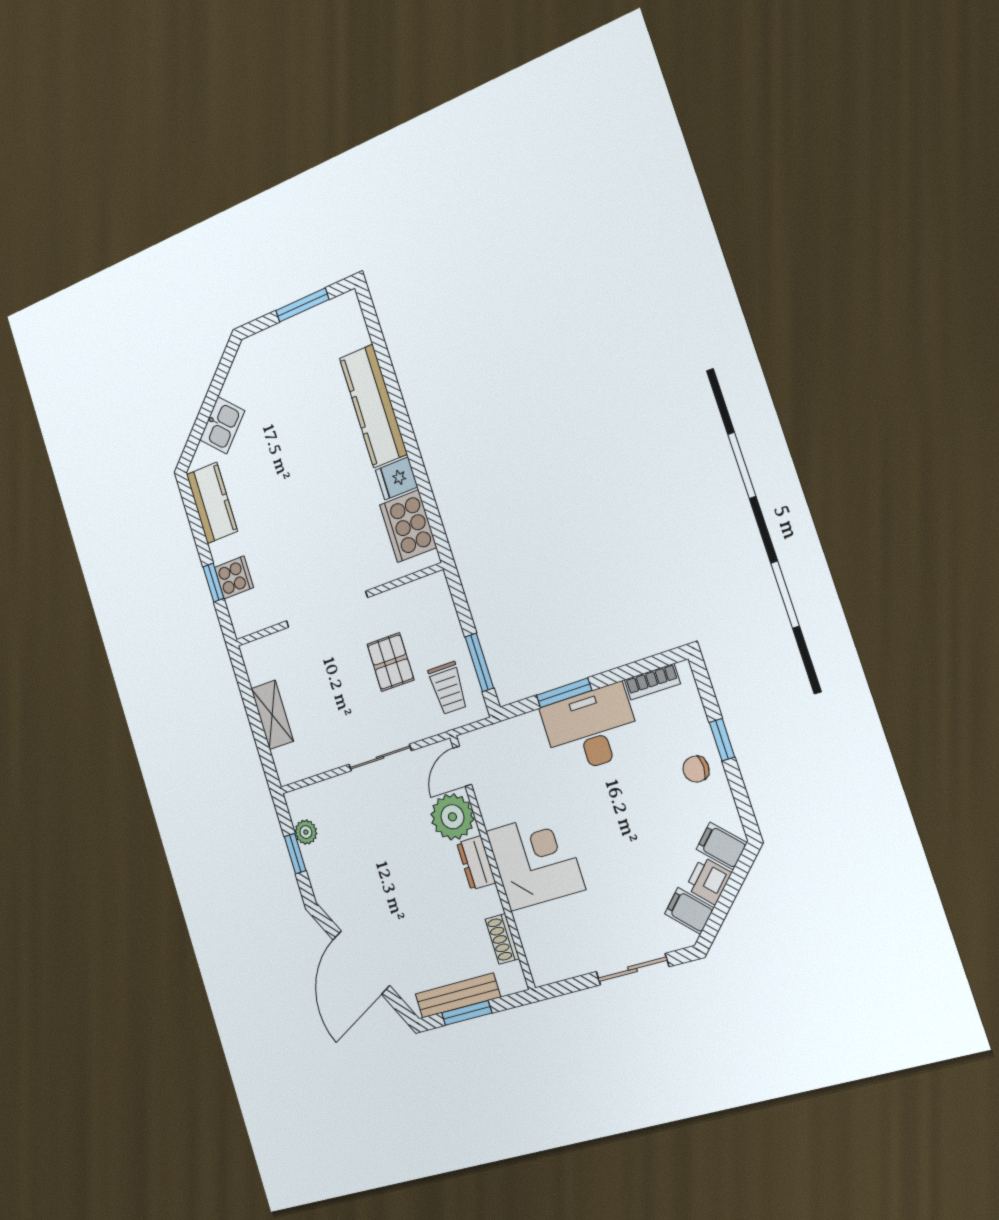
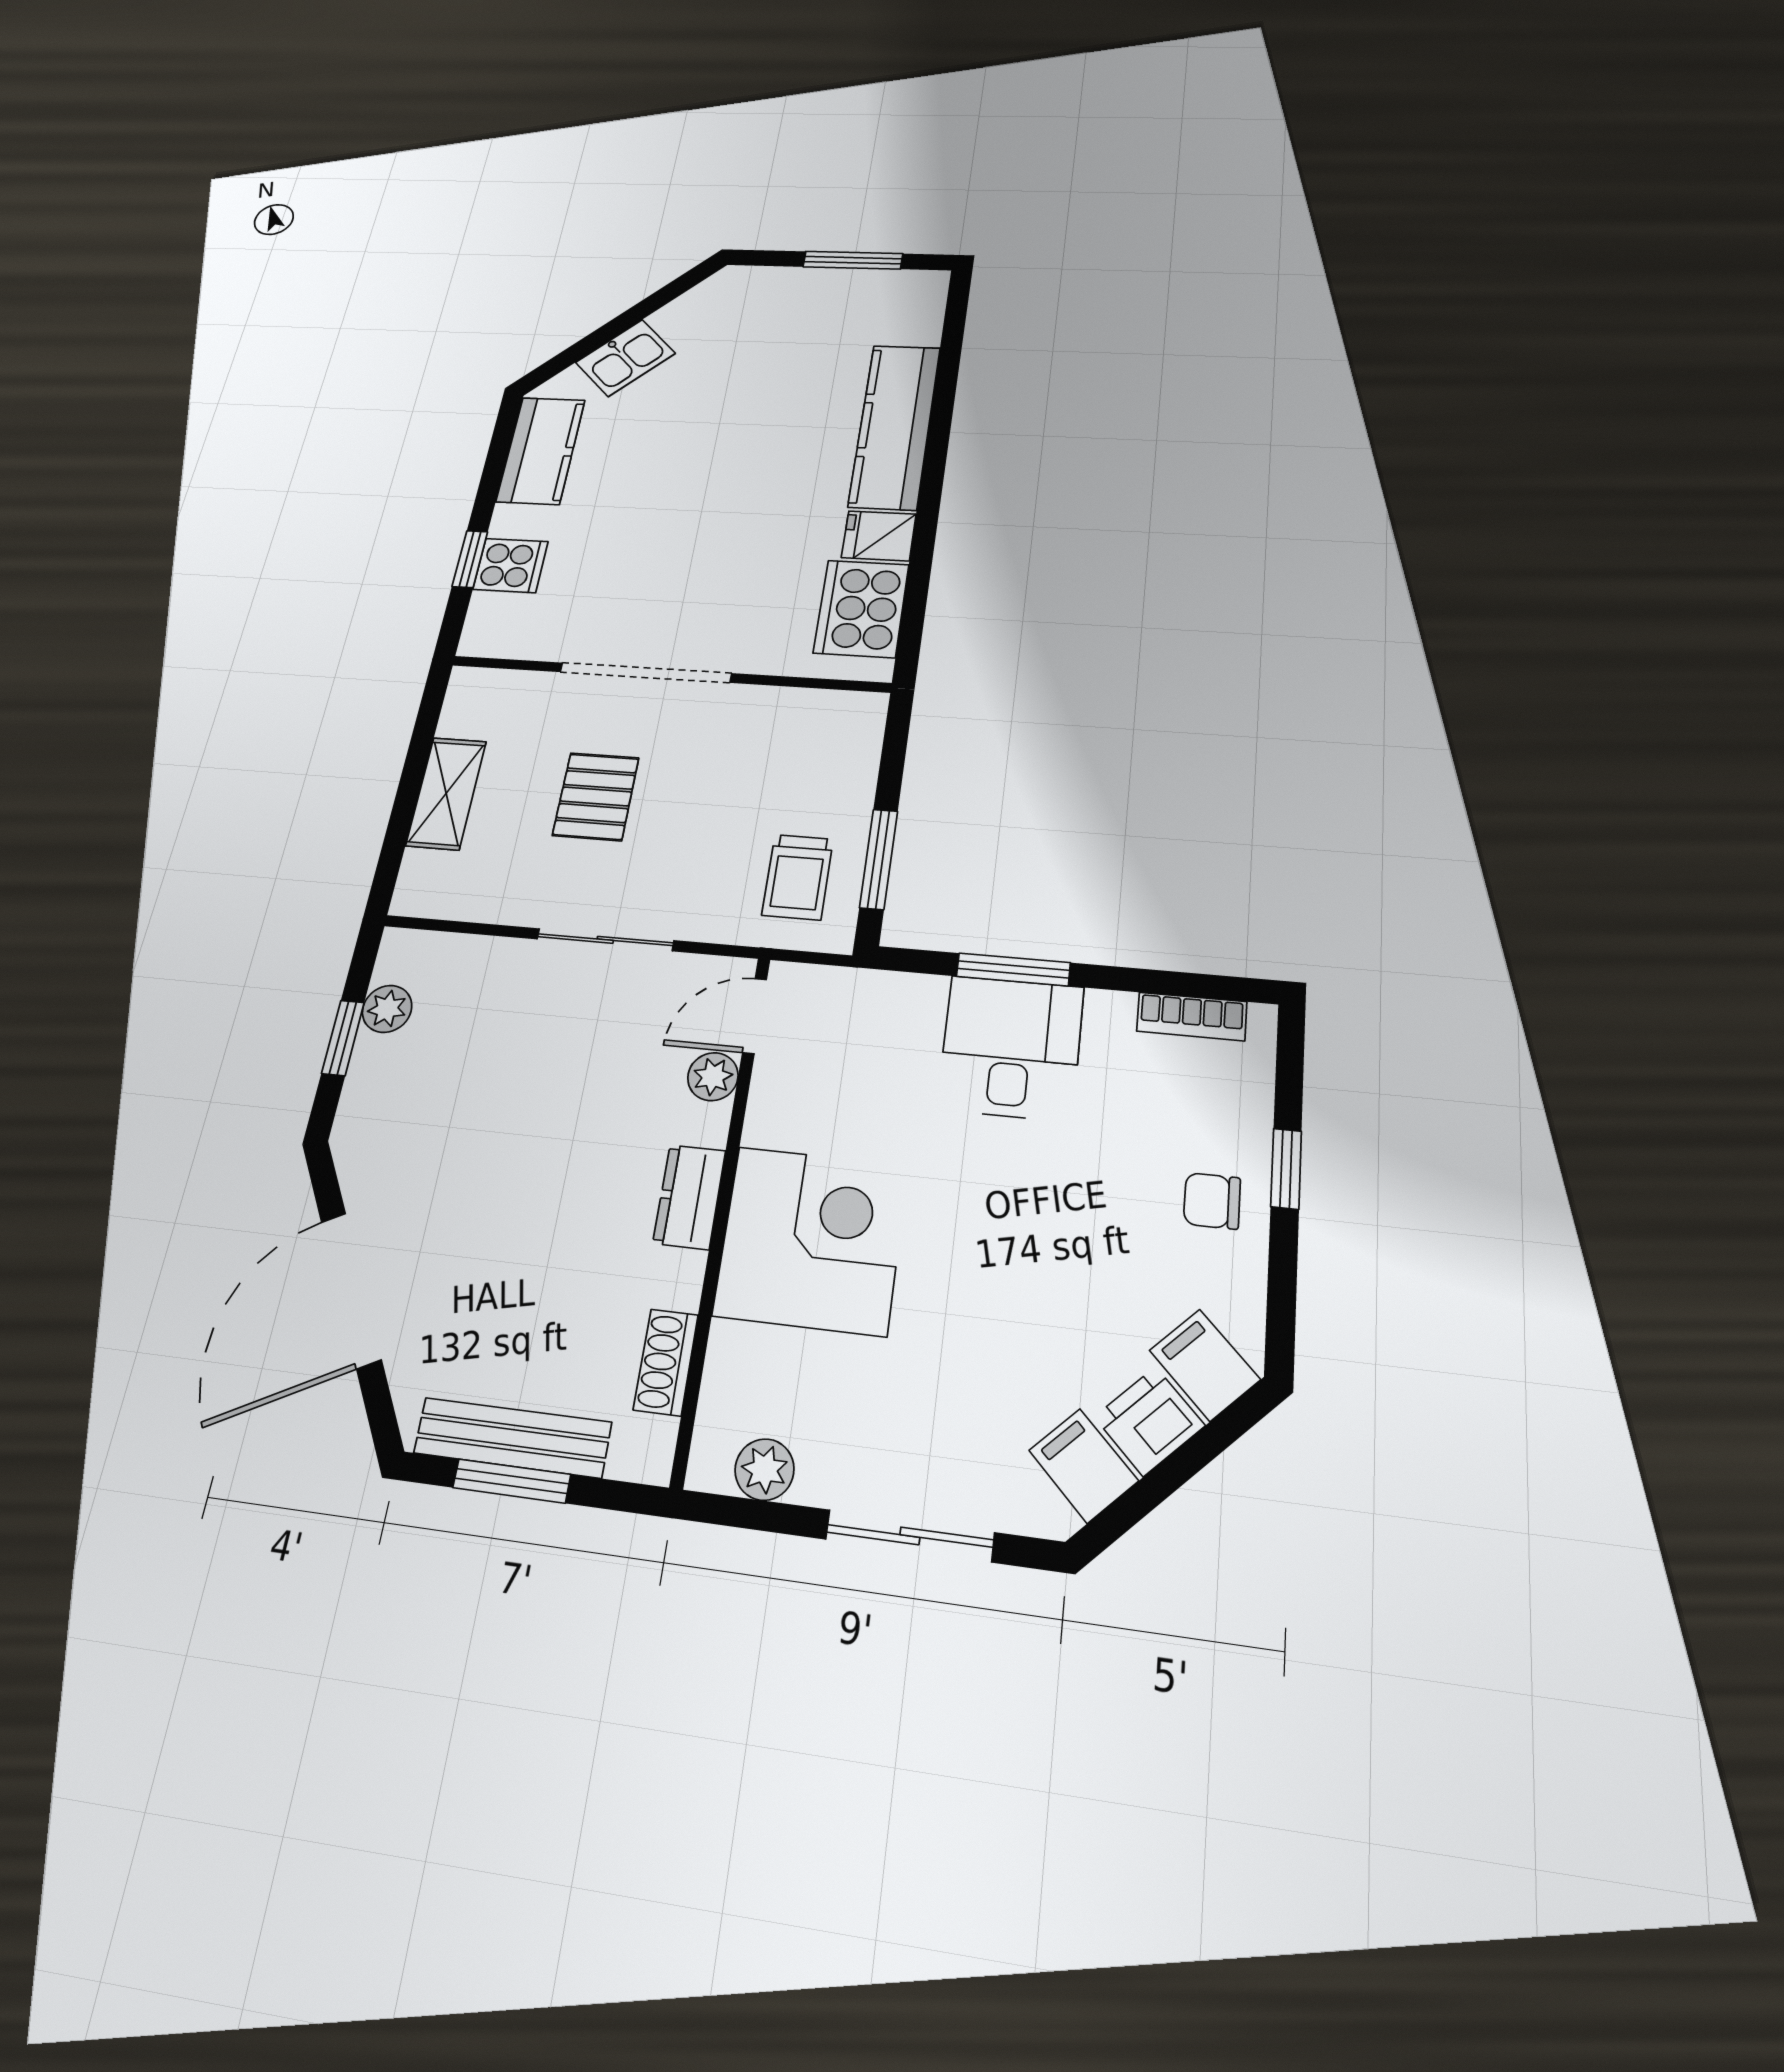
pallet: (390, 662) -> (596, 796), moved
desk: (591, 729) -> (1011, 1048), width x0.73
plant: (452, 817) -> (713, 1077), width x0.53, depth x0.53
plant: (563, 966) -> (765, 1470), added

